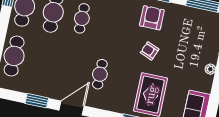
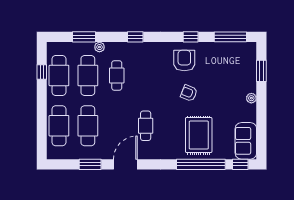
cafe table: (43, 62) -> (88, 126), added

